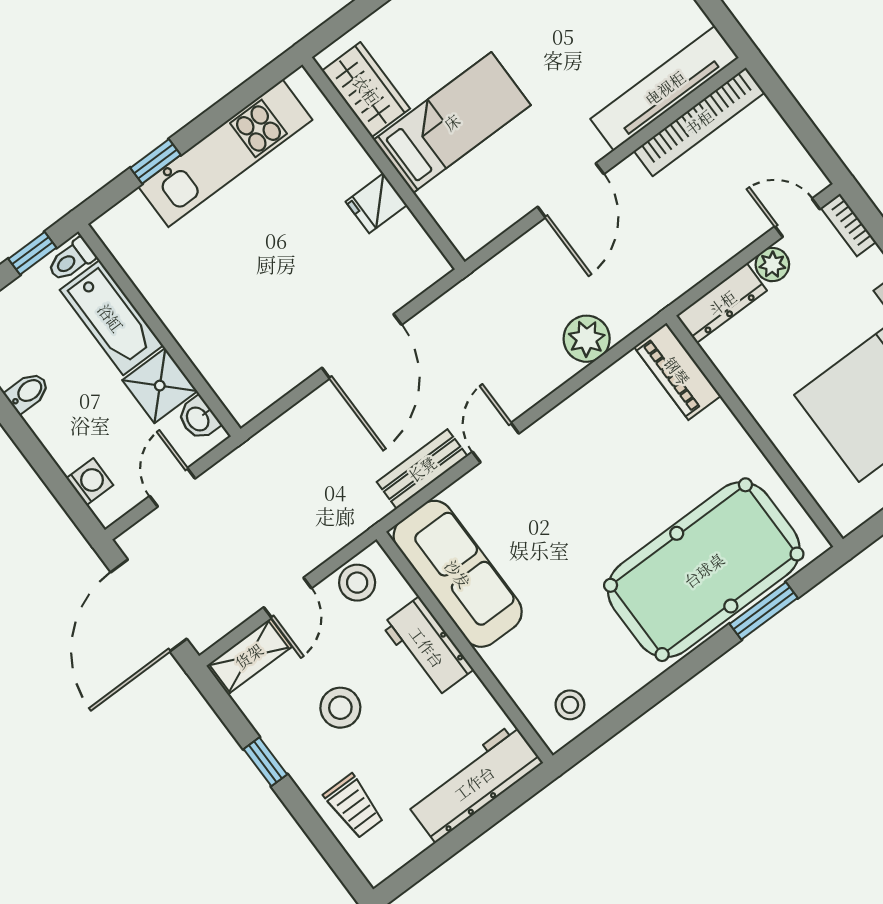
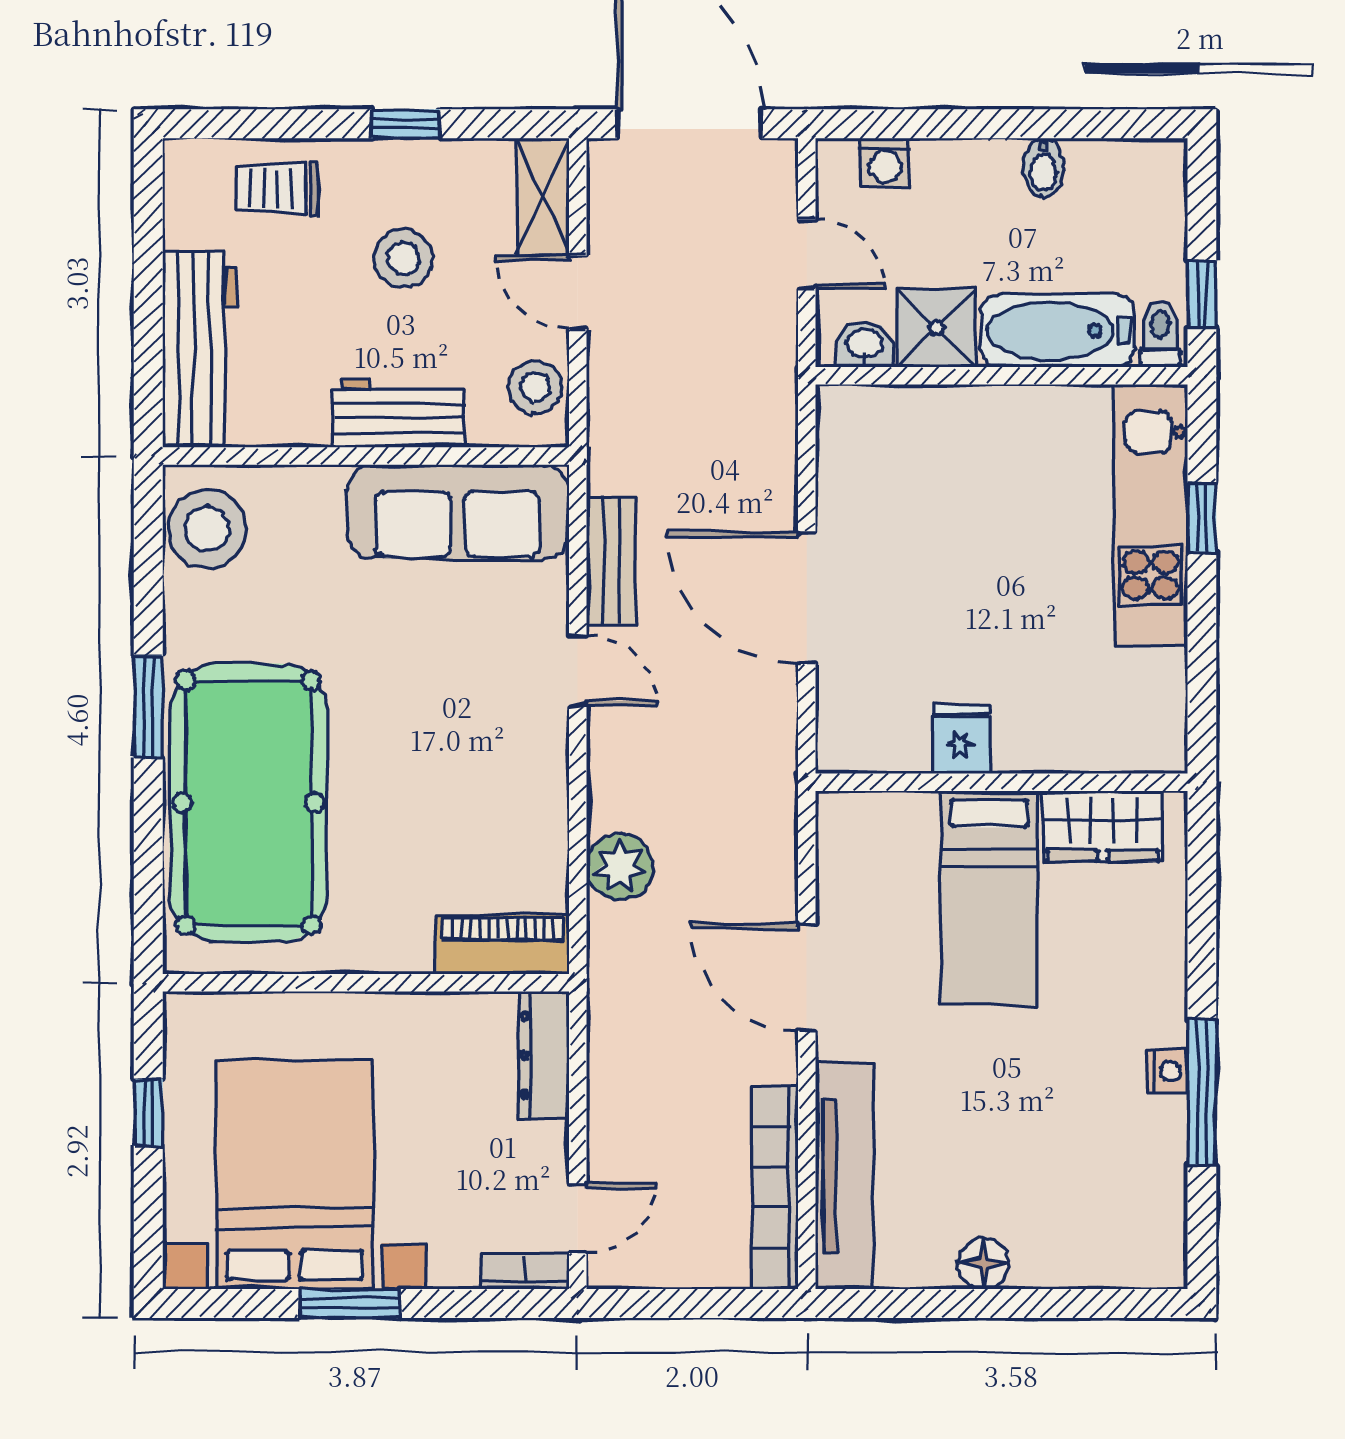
kitchen unit: (225, 153) -> (1151, 515), moved
plant: (772, 265) -> (545, 1148), removed
window: (764, 611) -> (148, 707), moved
stool: (570, 705) -> (207, 529), width x1.89, depth x1.89

